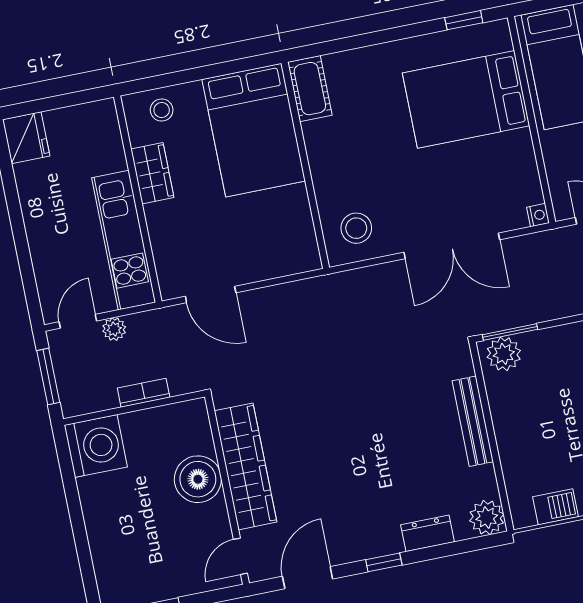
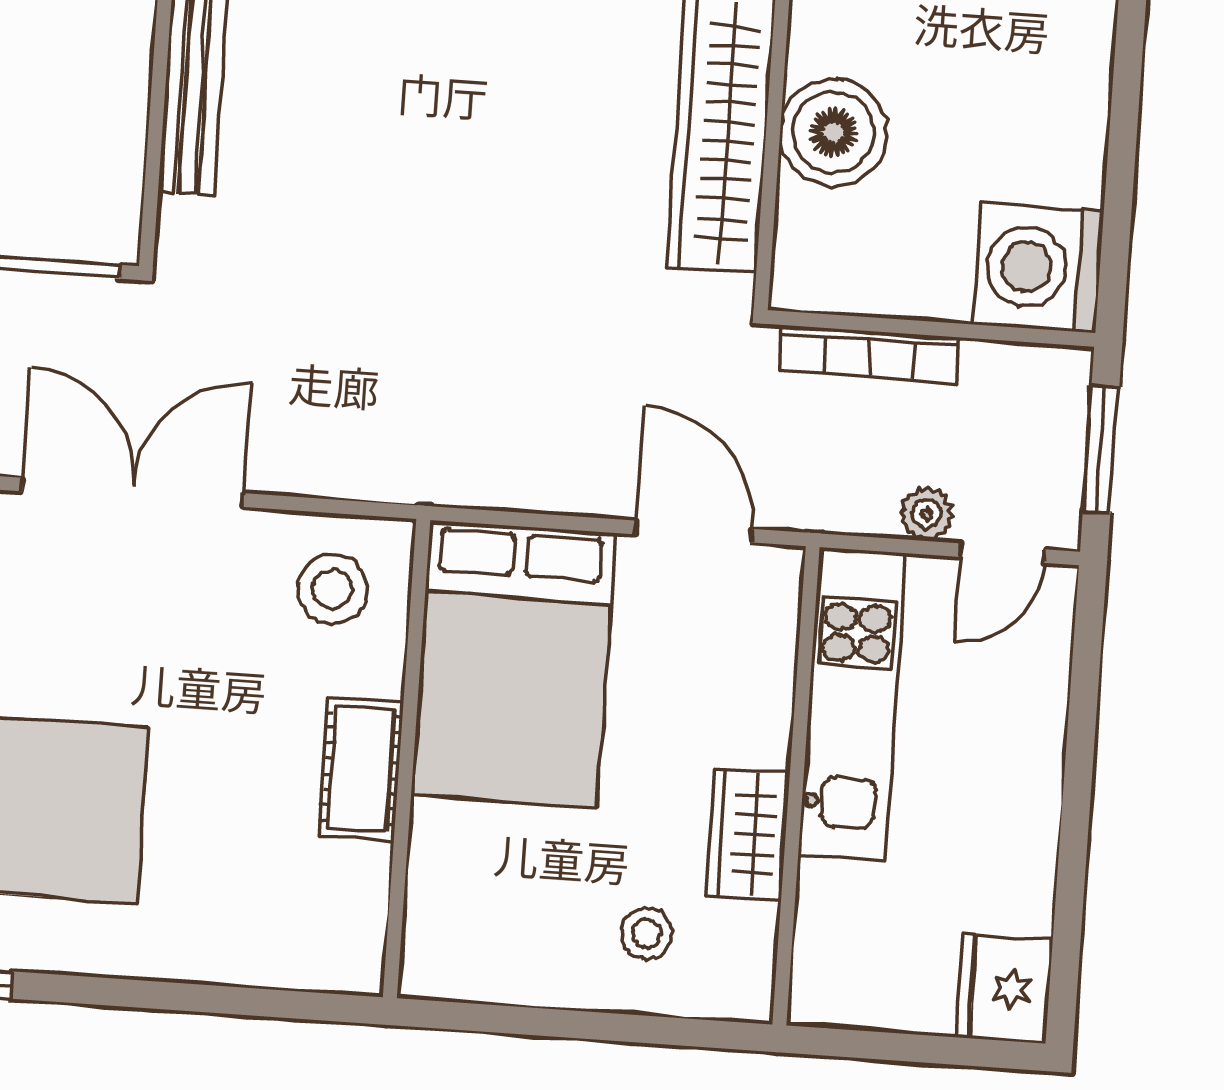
cot: (310, 89) -> (361, 769), moved
stool: (162, 110) -> (646, 934), moved
bed: (254, 130) -> (513, 664), moved, turned 180
plant: (504, 354) -> (84, 223), removed
bookcase: (144, 393) -> (869, 354), width x1.56

